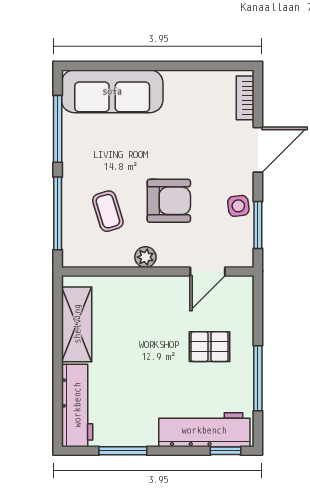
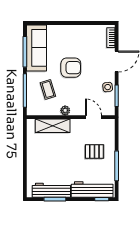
sofa: (112, 91) -> (37, 48), moved, turned -90
armchair: (169, 201) -> (71, 68), moved
door: (208, 271) -> (94, 117), swing flipped
shelving: (77, 324) -> (53, 126), moved, turned 90
workbench: (77, 405) -> (51, 190), moved, turned -90

